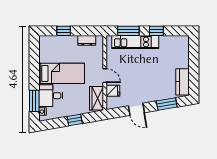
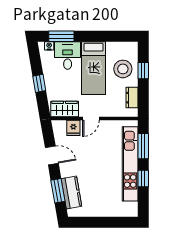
kitchen unit: (135, 42) -> (130, 164), width x1.36
stool: (62, 48) -> (123, 69), added
kitchen counter: (183, 82) -> (71, 193), moved, turned 80
door: (136, 109) -> (52, 155), swing flipped

